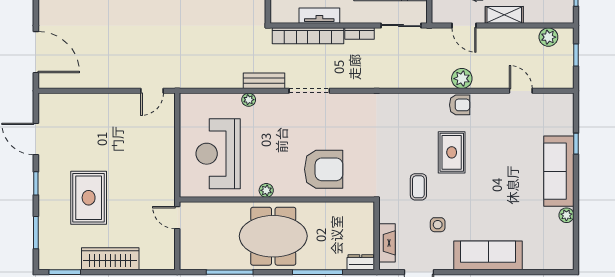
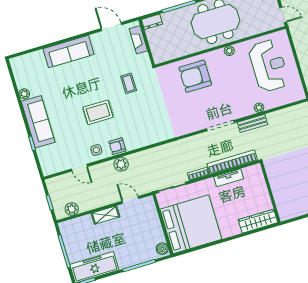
rug: (452, 152) -> (98, 112), moved, turned 90
side table: (438, 225) -> (96, 150), moved

